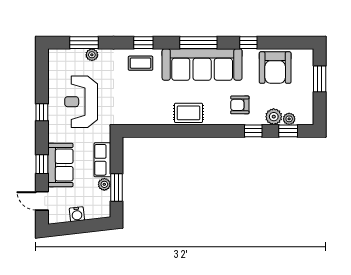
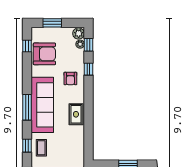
window: (248, 43) -> (27, 46), moved
plant: (274, 117) -> (79, 33), moved

